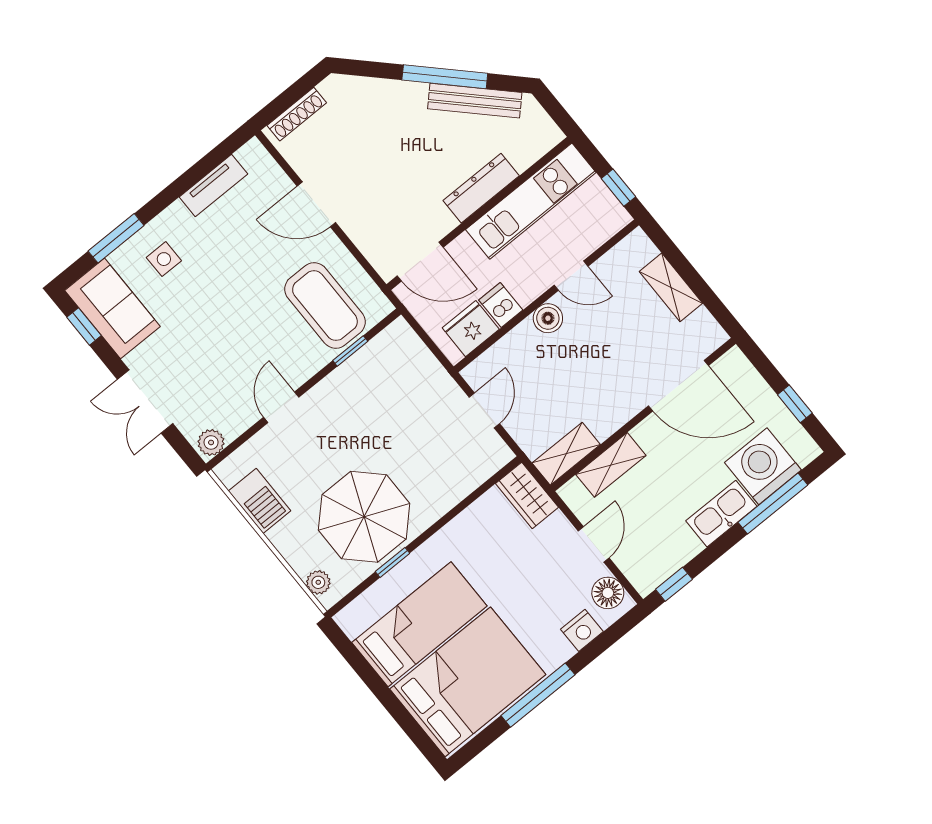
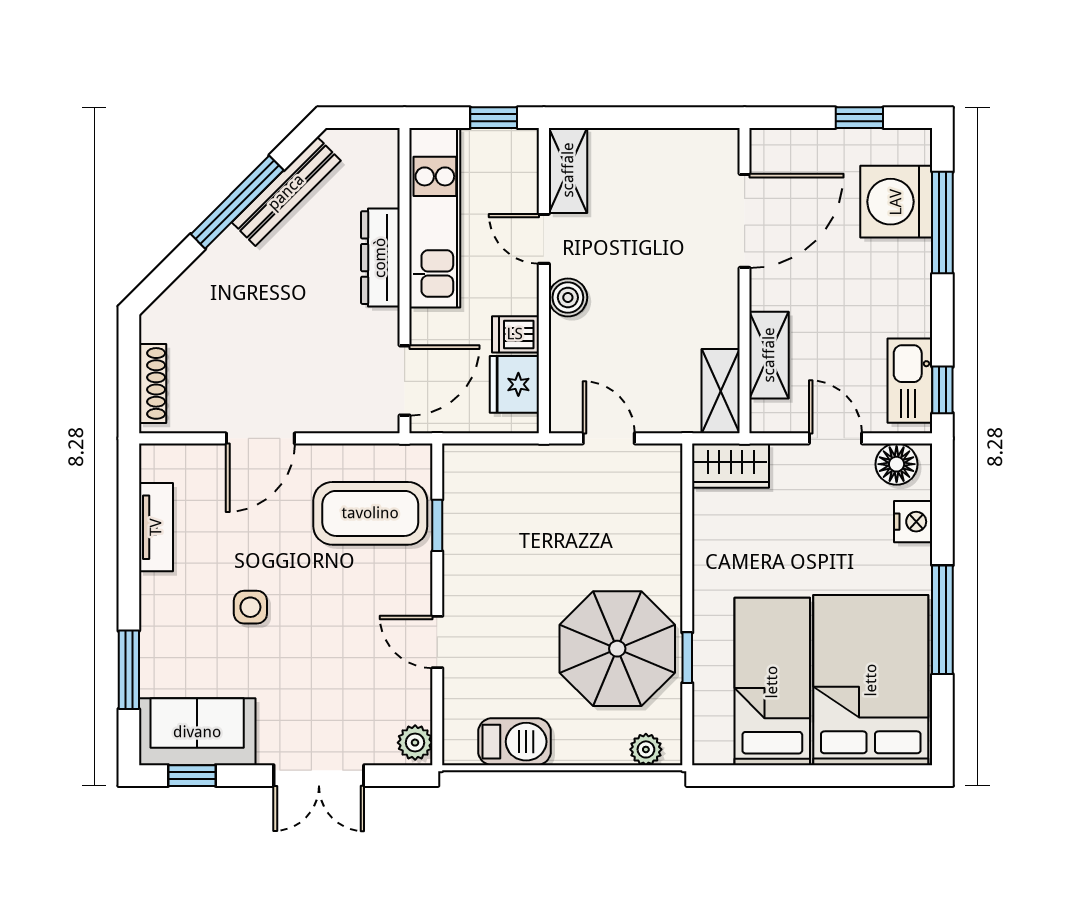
side table: (164, 259) -> (250, 607), moved
door: (571, 276) -> (544, 239), swing flipped
shelving: (671, 287) -> (568, 170), moved, turned 90
kitchen sink: (721, 514) -> (910, 381), moved

